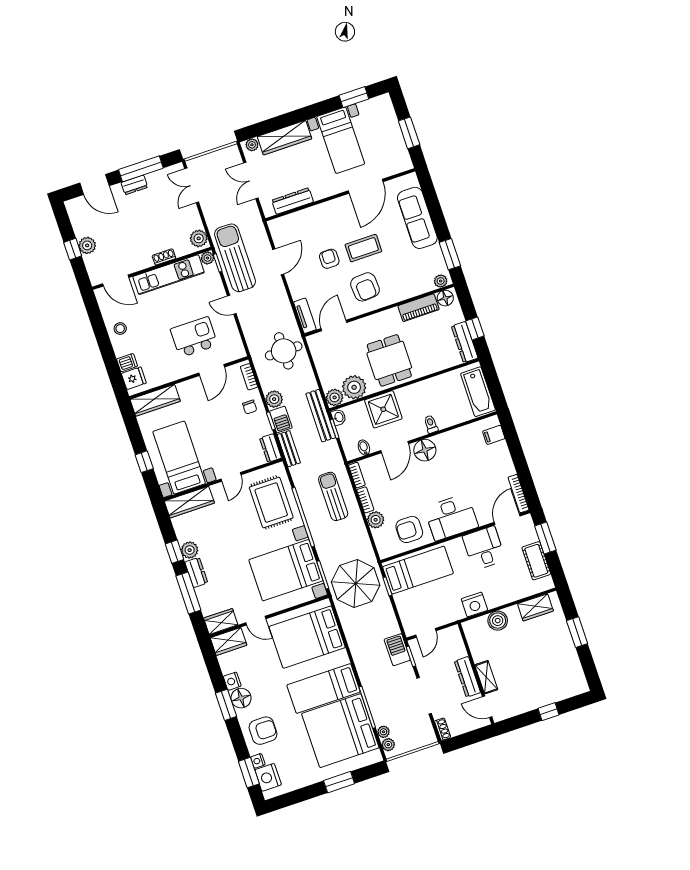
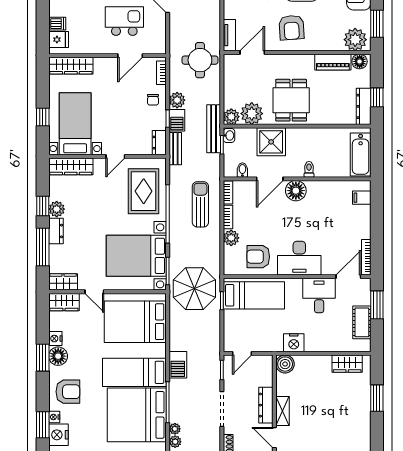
plant: (441, 281) -> (355, 40), width x1.87, depth x1.87
boiler: (498, 621) -> (285, 364), moved
barbecue: (397, 650) -> (178, 365), moved, turned 180

